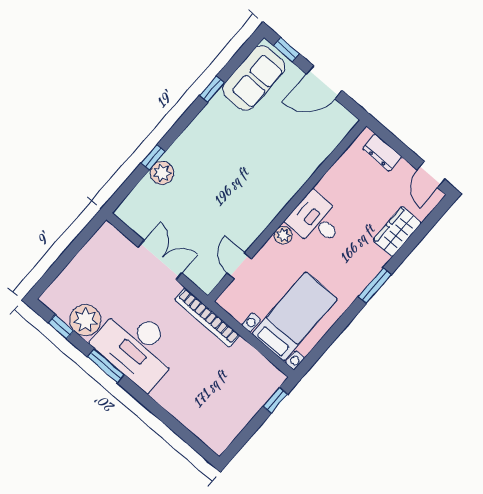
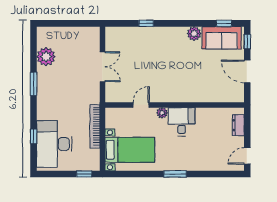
window: (212, 89) -> (224, 23), moved
plant: (162, 173) -> (194, 34), moved
wardrobe: (397, 232) -> (208, 163), removed
door: (239, 266) -> (141, 105), moved
bookcase: (207, 318) -> (95, 126), moved
window: (61, 327) -> (34, 136), moved
desk: (137, 347) -> (54, 144), moved

